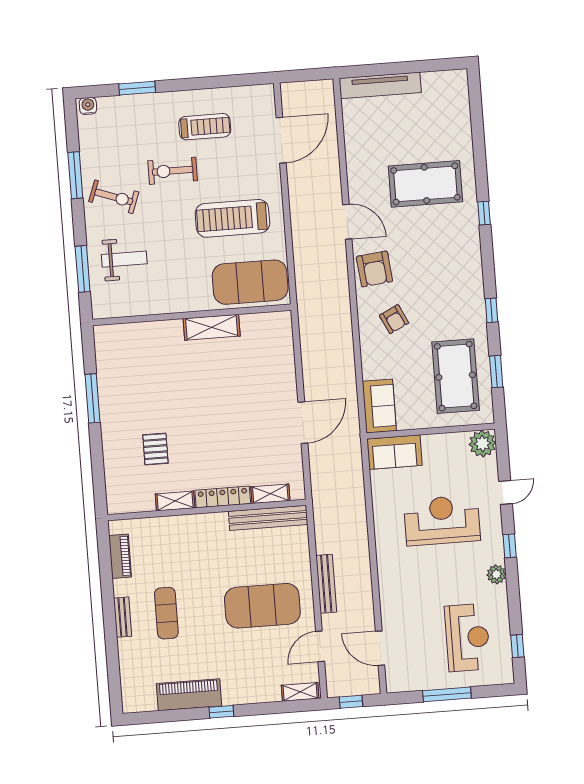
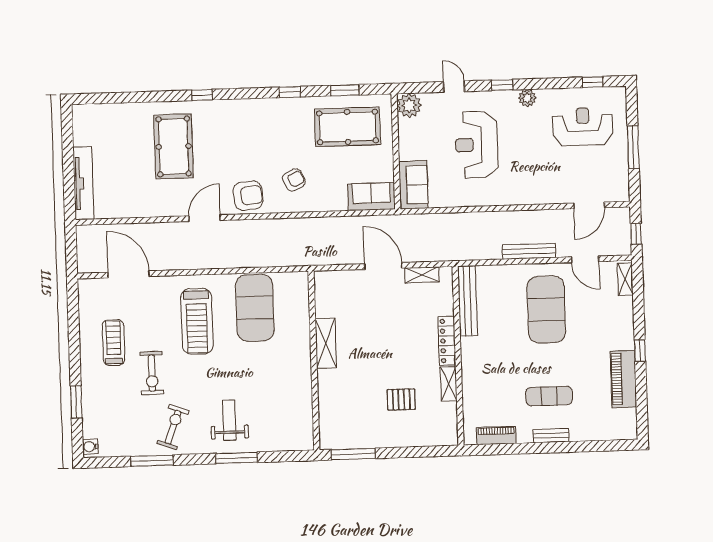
wall: (192, 315) -> (314, 361), moved
shelving: (212, 327) -> (326, 343), moved
shelving: (270, 494) -> (422, 275), moved, turned 90

